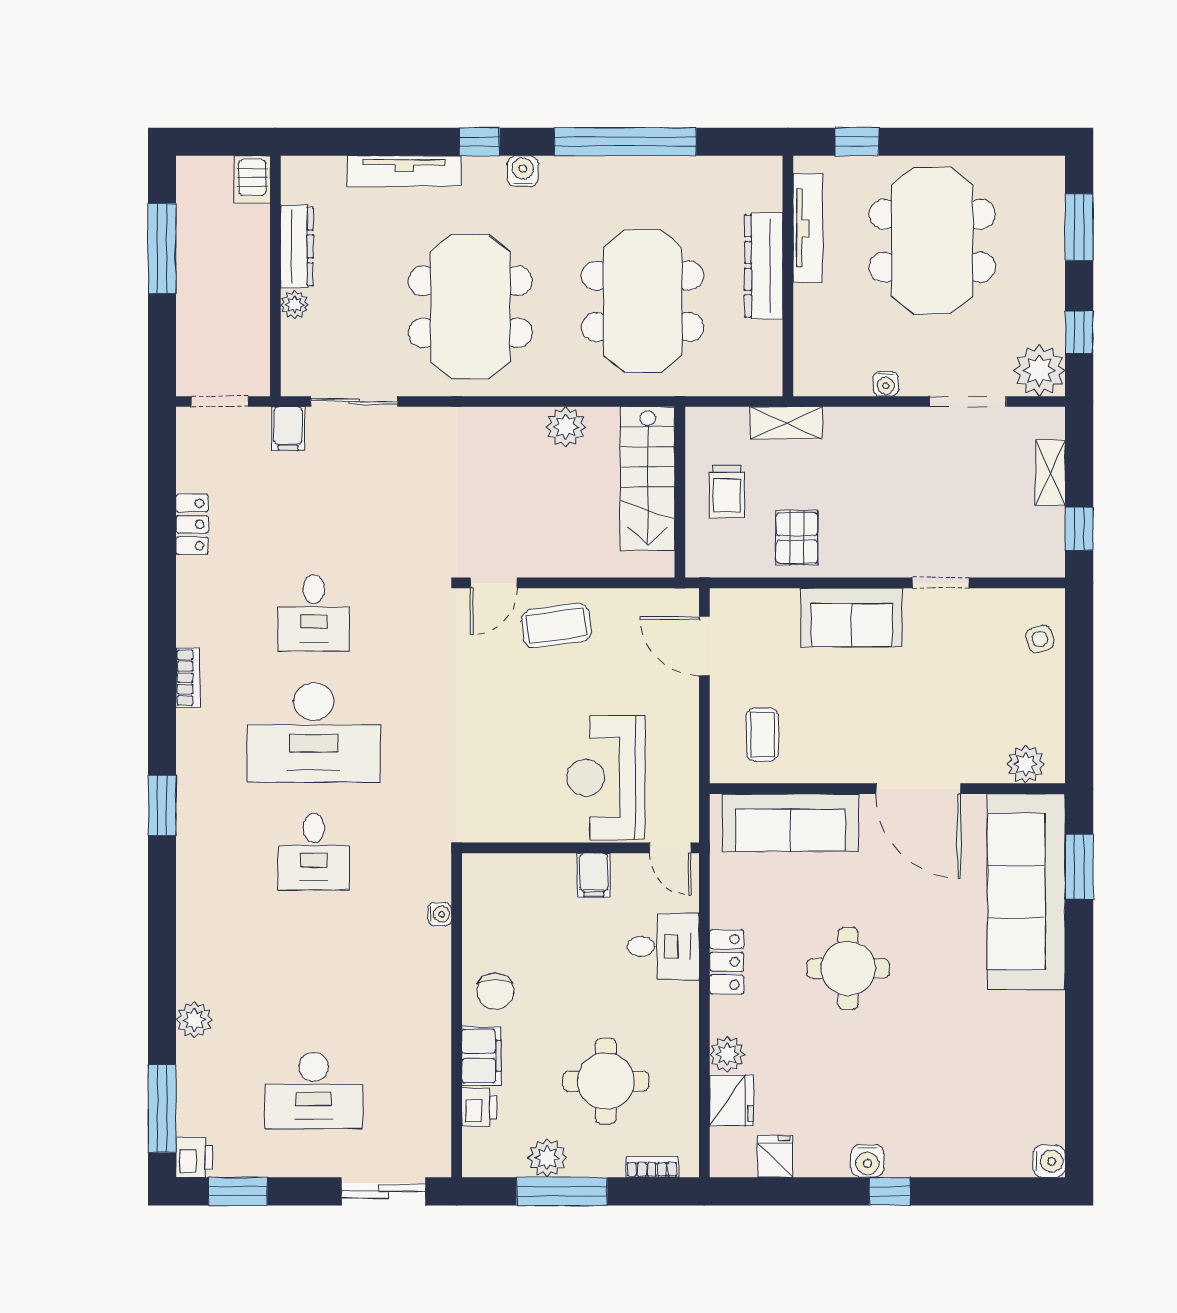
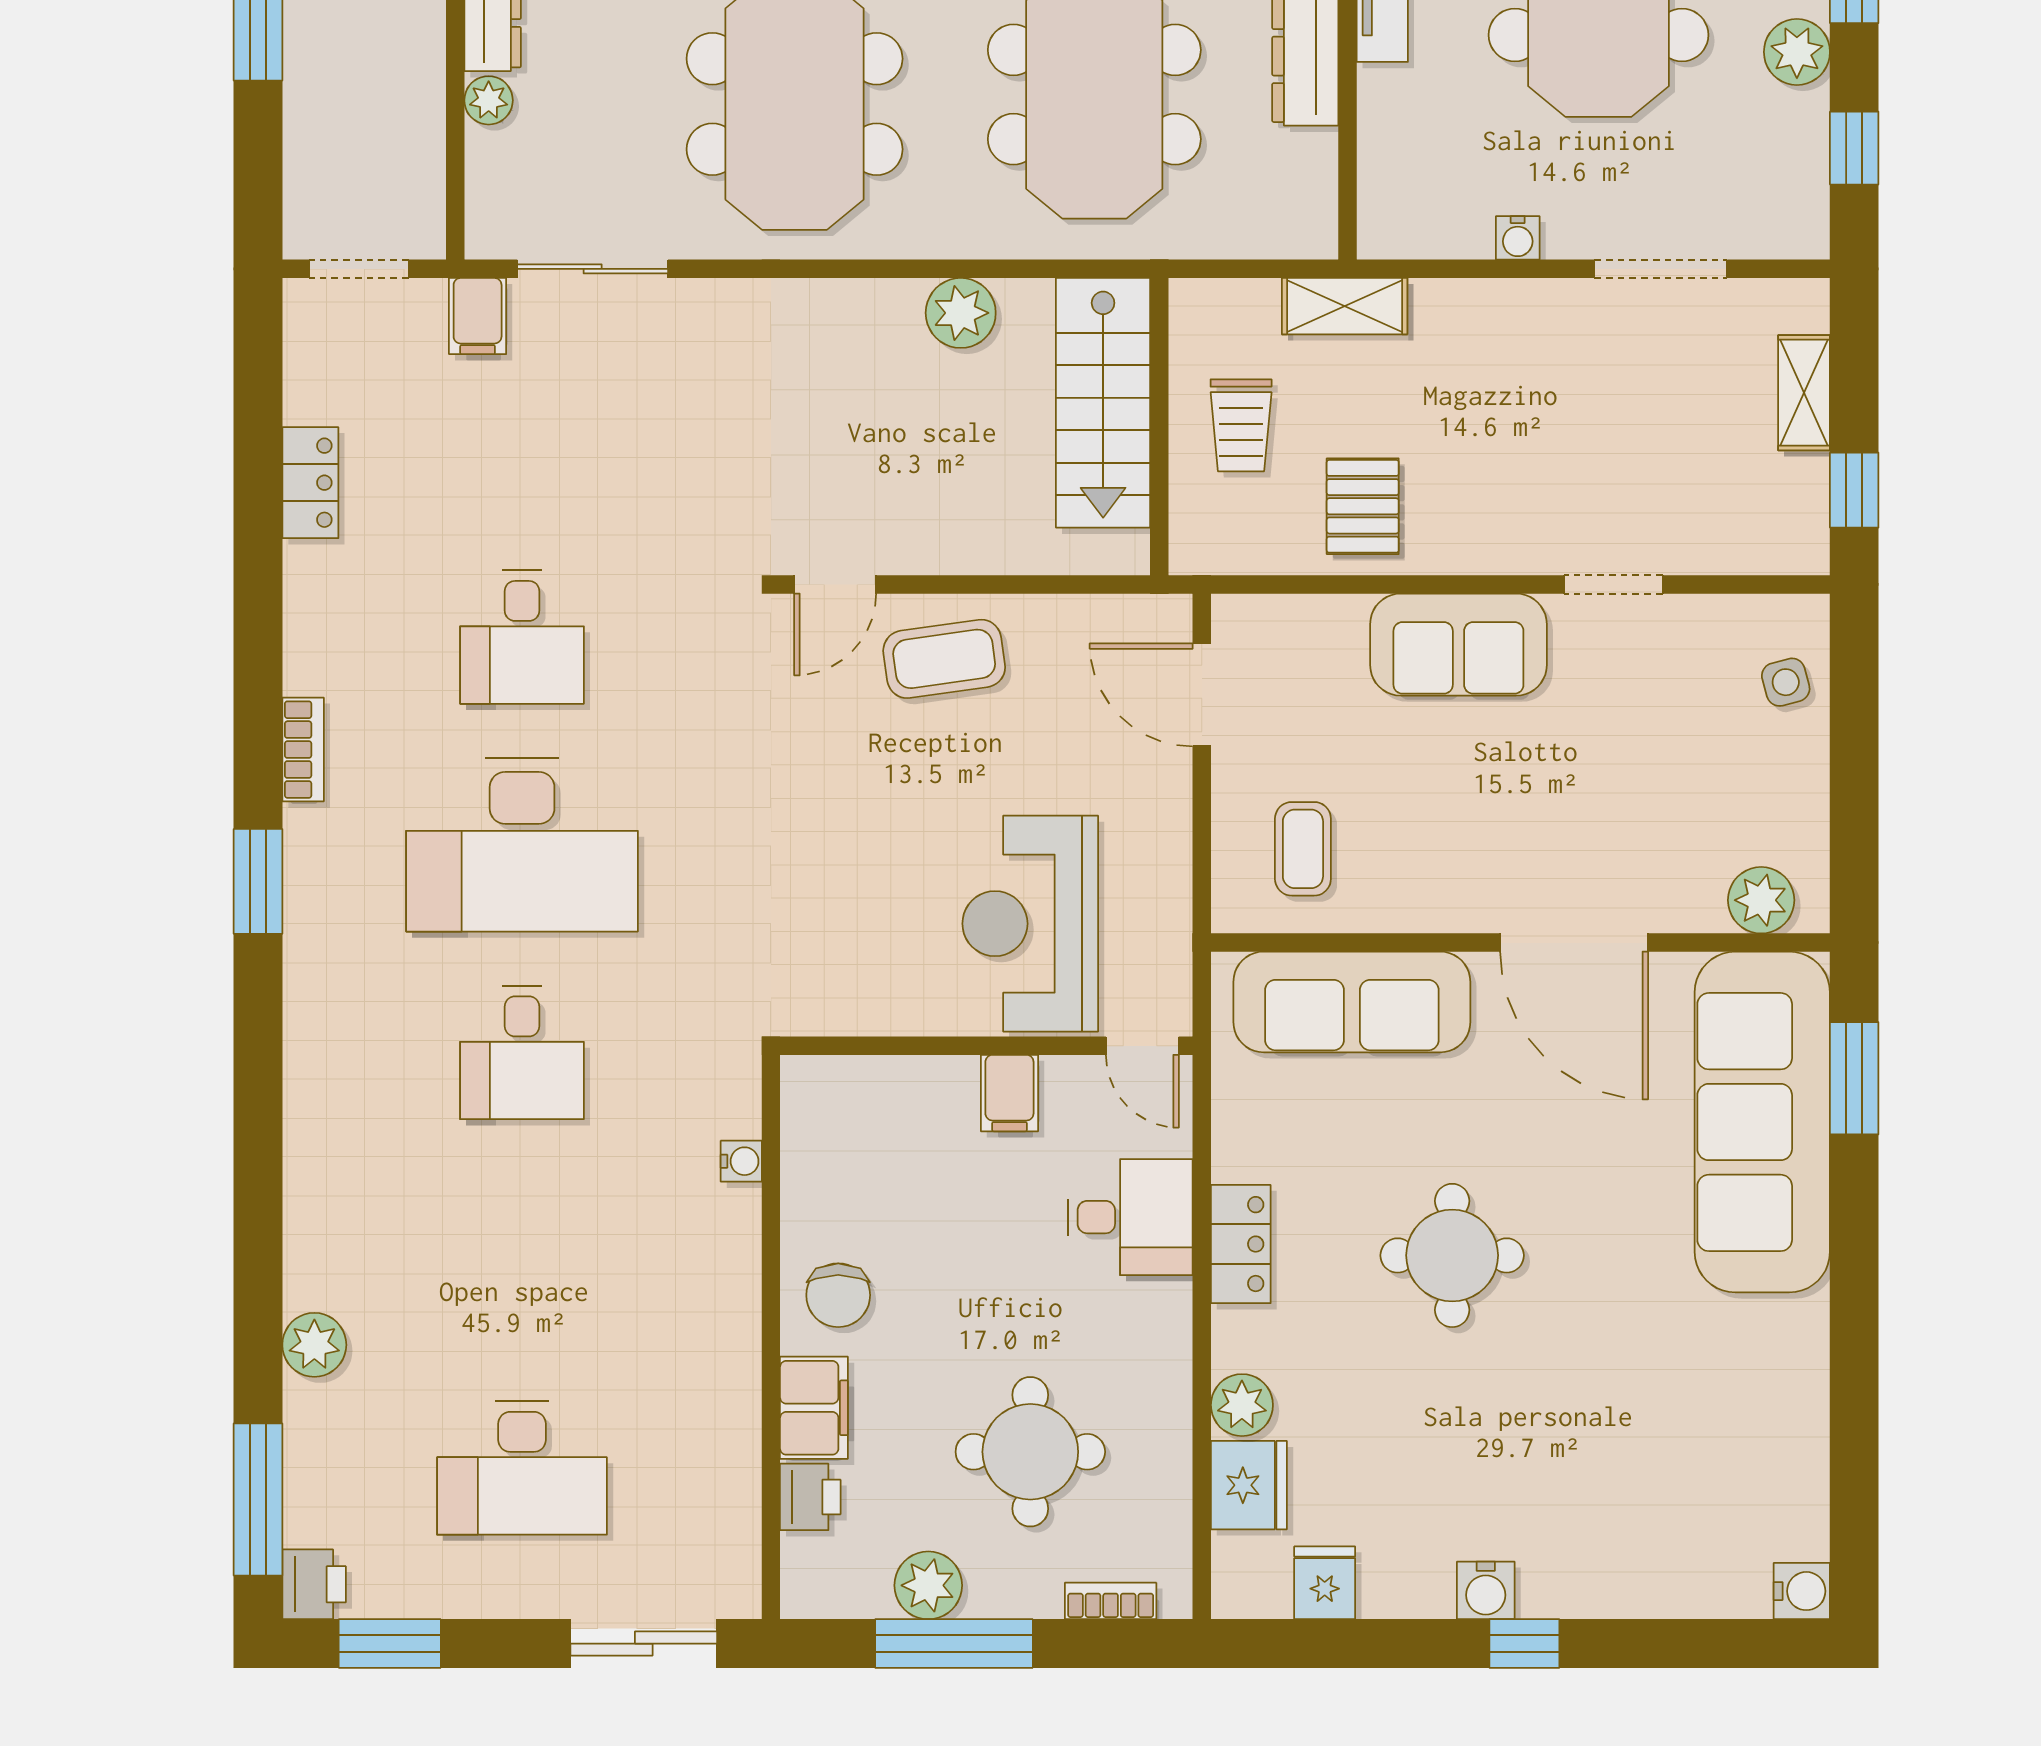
plant: (1039, 370) -> (1797, 52), moved, width x0.73, depth x0.73
window: (162, 805) -> (258, 881), moved

